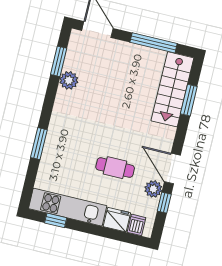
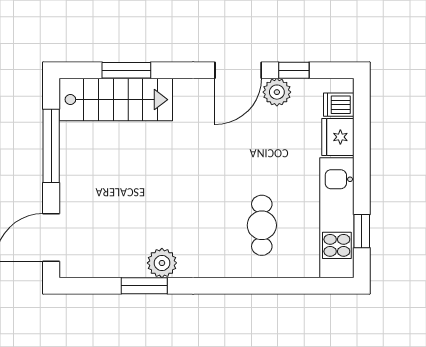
window: (59, 61) -> (144, 286), moved
plant: (69, 80) -> (162, 263), moved
window: (39, 144) -> (249, 286), removed
cafe table: (115, 168) -> (262, 225), moved

